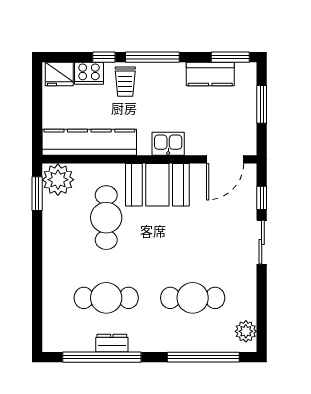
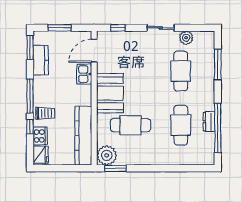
kitchen sink: (168, 144) -> (84, 74), moved
door: (225, 159) -> (94, 51), swing flipped
sliding door: (262, 242) -> (161, 28), moved
plant: (246, 331) -> (186, 38), moved
window: (203, 357) -> (218, 64), width x0.68

